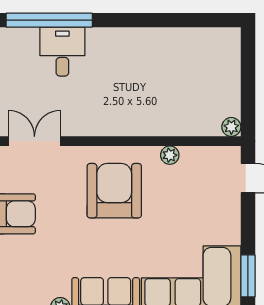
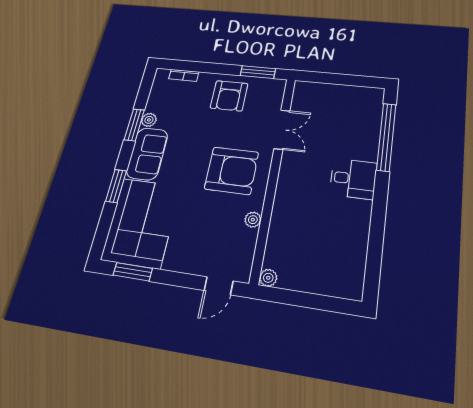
desk: (62, 52) -> (353, 179), moved
double door: (34, 141) -> (282, 130), moved

